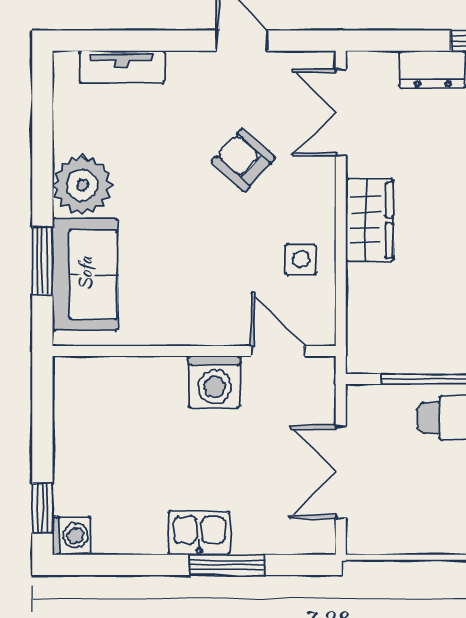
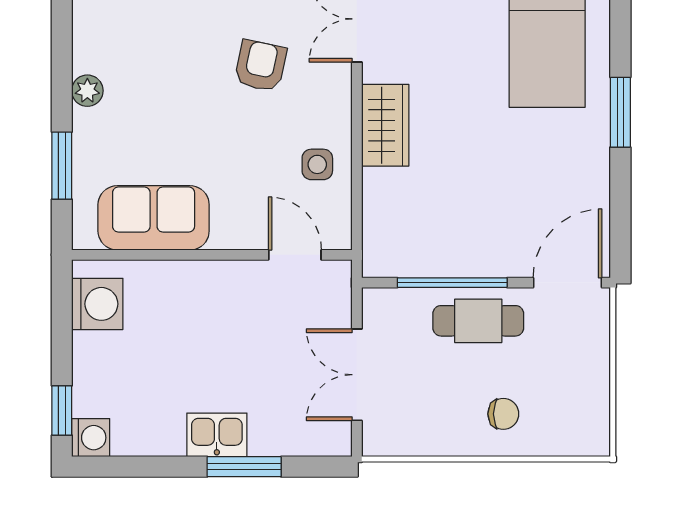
armchair: (243, 160) -> (260, 66), turned 60
plant: (82, 185) -> (87, 91), width x0.53, depth x0.53
sofa: (85, 274) -> (154, 218), moved, turned -90
washing machine: (215, 382) -> (97, 304), moved, turned -90

